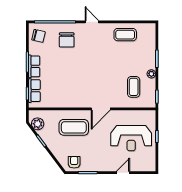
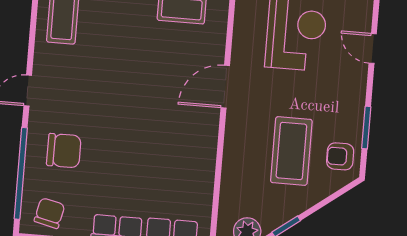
door: (101, 109) -> (225, 87), swing flipped
coffee table: (74, 127) -> (291, 151), moved

